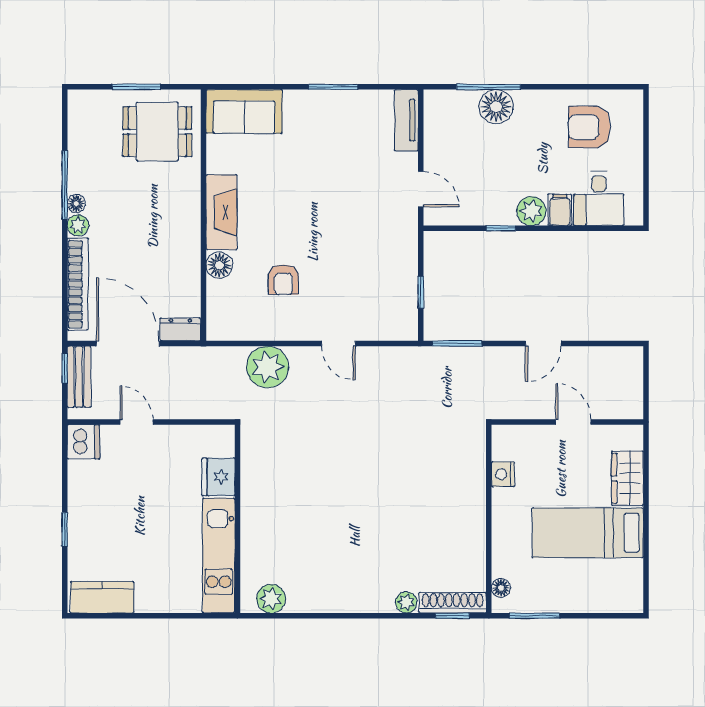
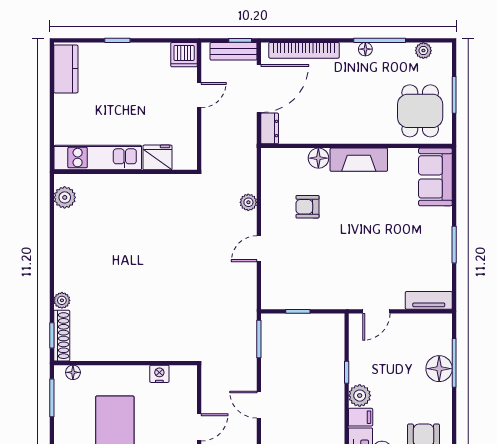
plant: (78, 225) -> (423, 51), moved
plant: (268, 367) -> (248, 202), width x0.53, depth x0.53

